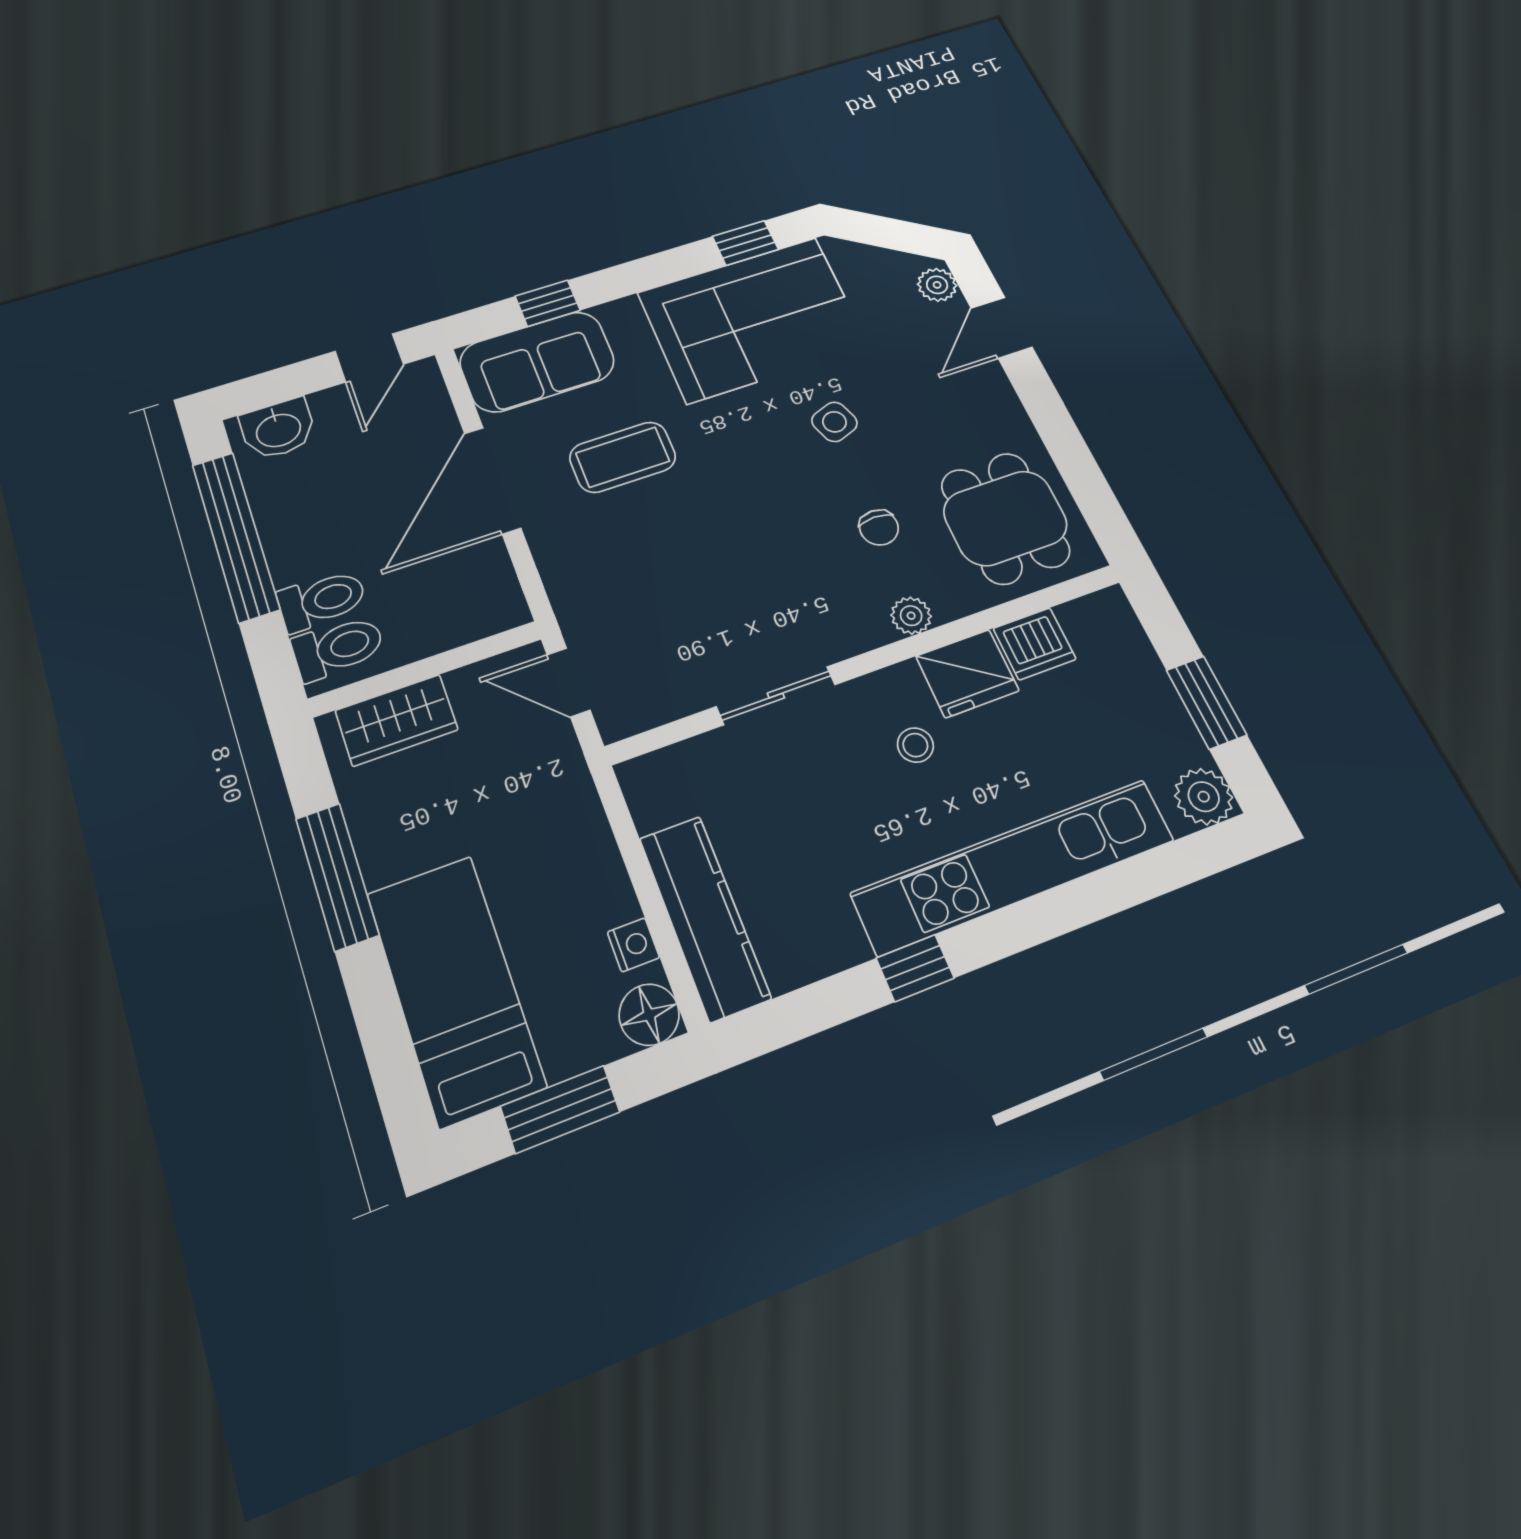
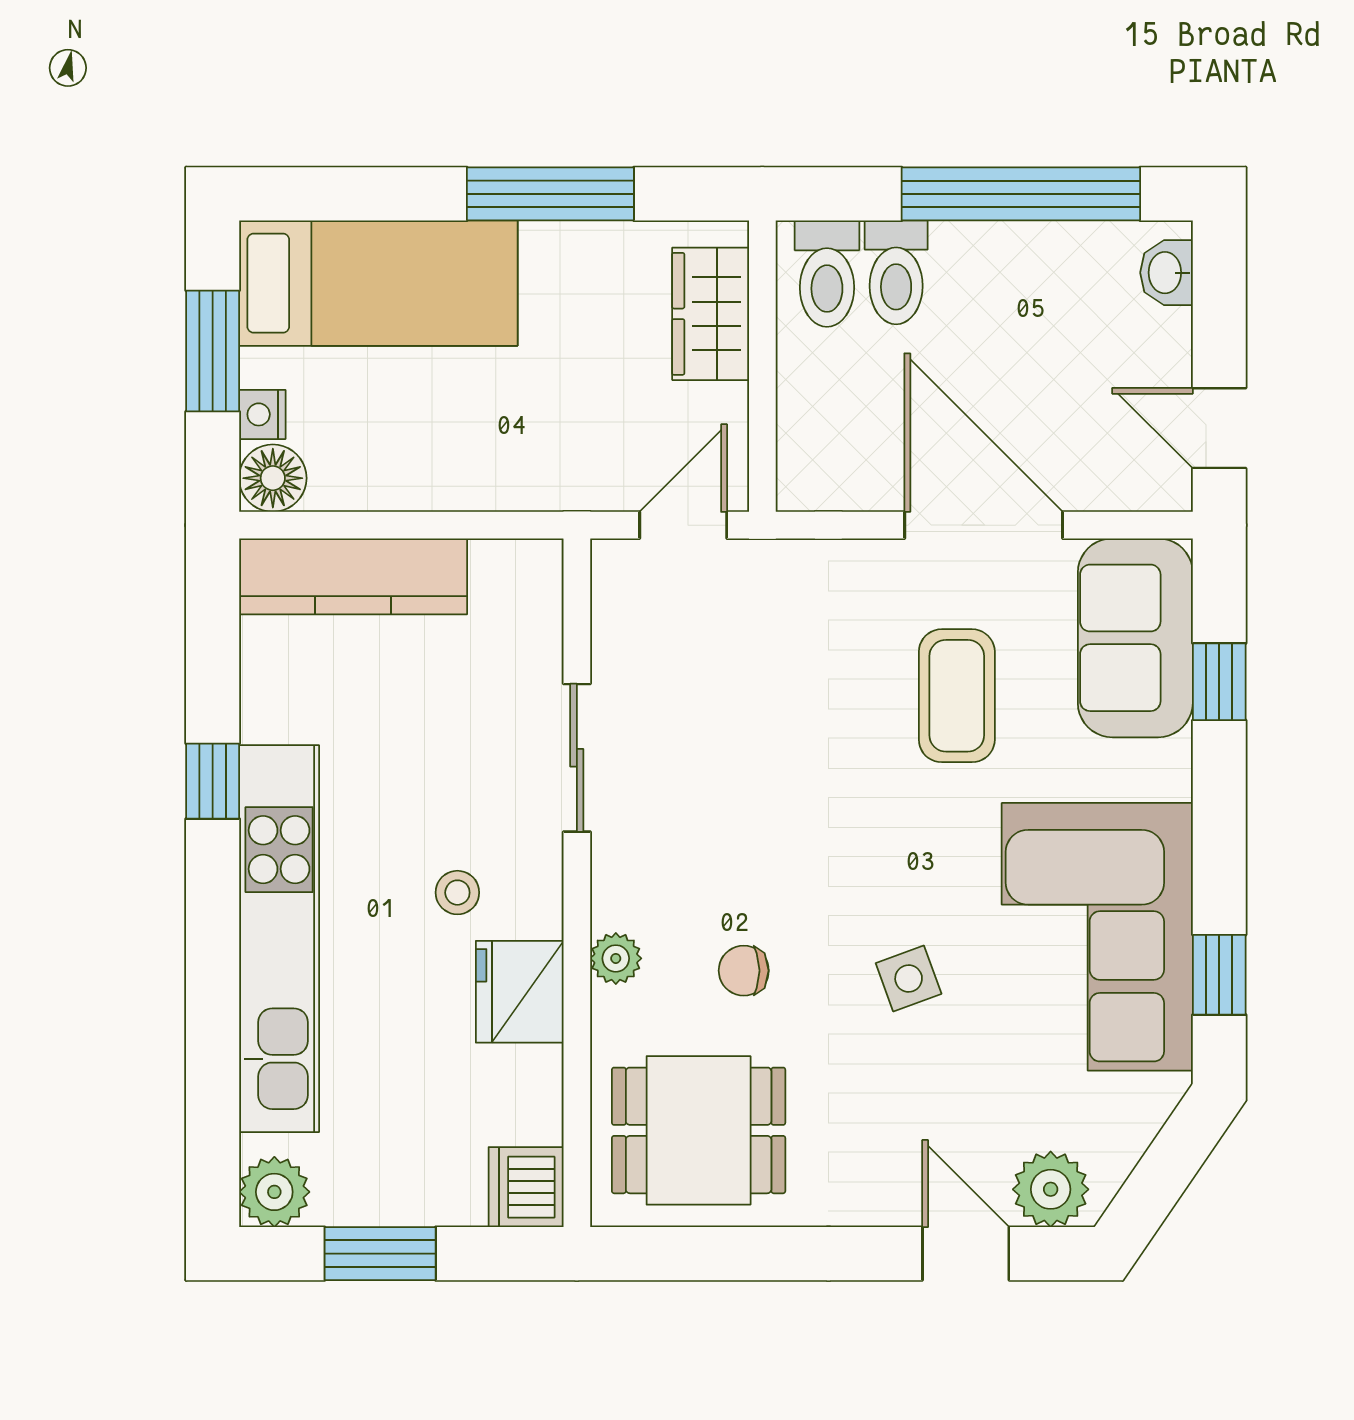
plant: (937, 285) -> (1051, 1189), width x1.38, depth x1.38
washbasin: (278, 429) -> (1166, 273), width x0.72, depth x0.69
dishwasher: (1034, 644) -> (526, 1187), moved
nightstand: (633, 945) -> (262, 414), moved, turned 90

